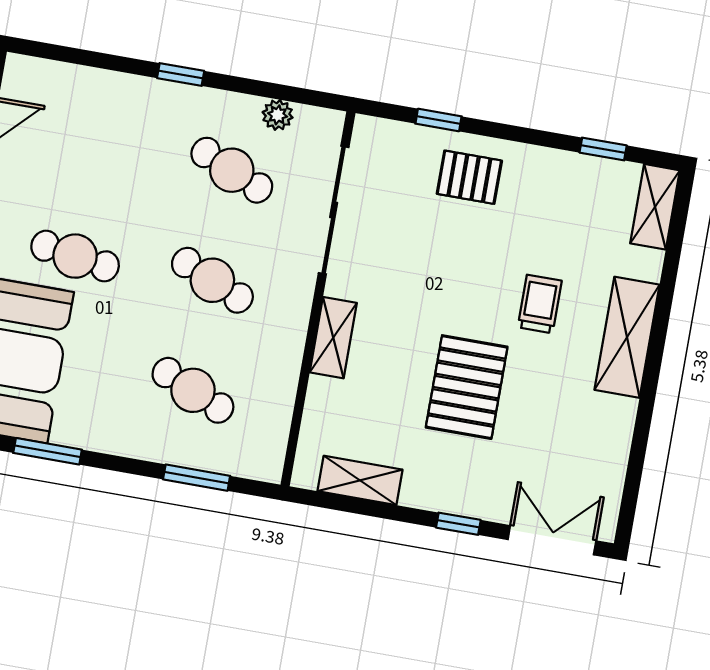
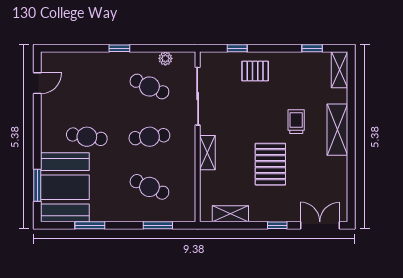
cafe table: (212, 280) -> (149, 137), turned -30

